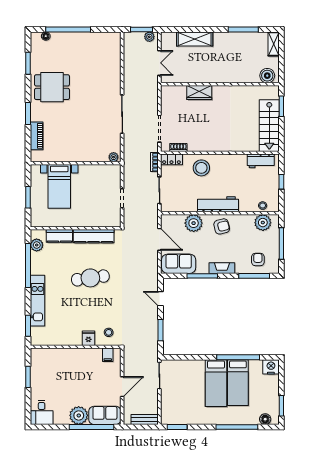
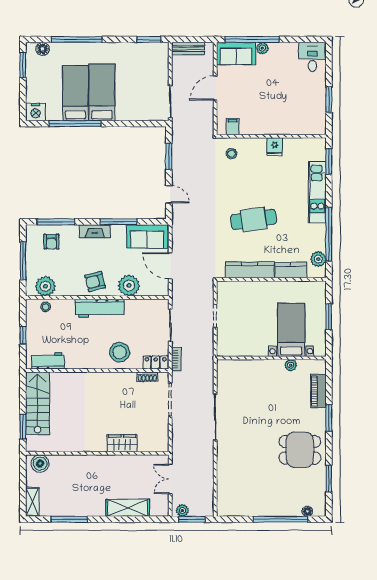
plant: (114, 157) -> (291, 365), moved
fridge: (88, 338) -> (275, 147), moved
plant: (79, 415) -> (262, 48), width x0.53, depth x0.53

